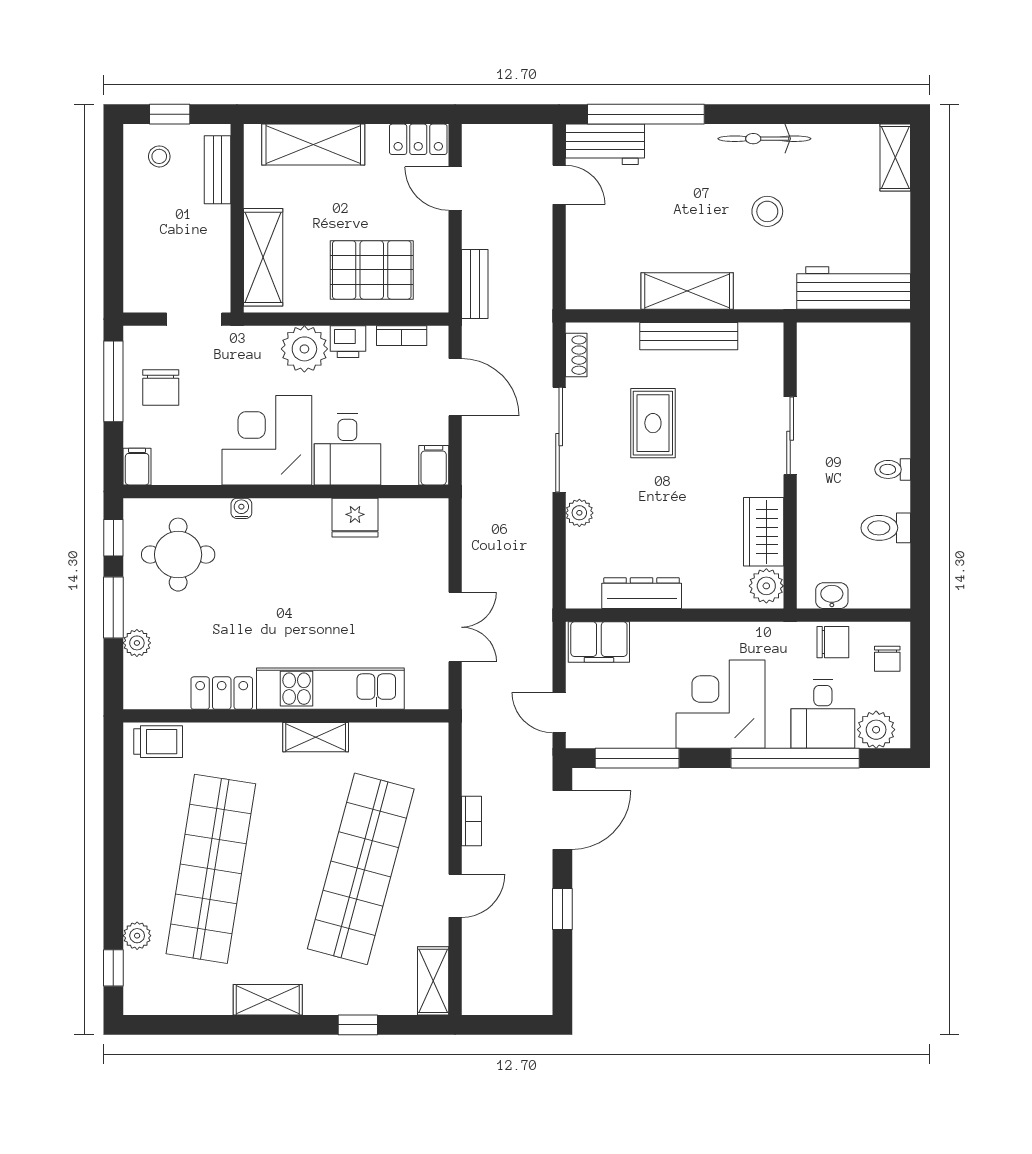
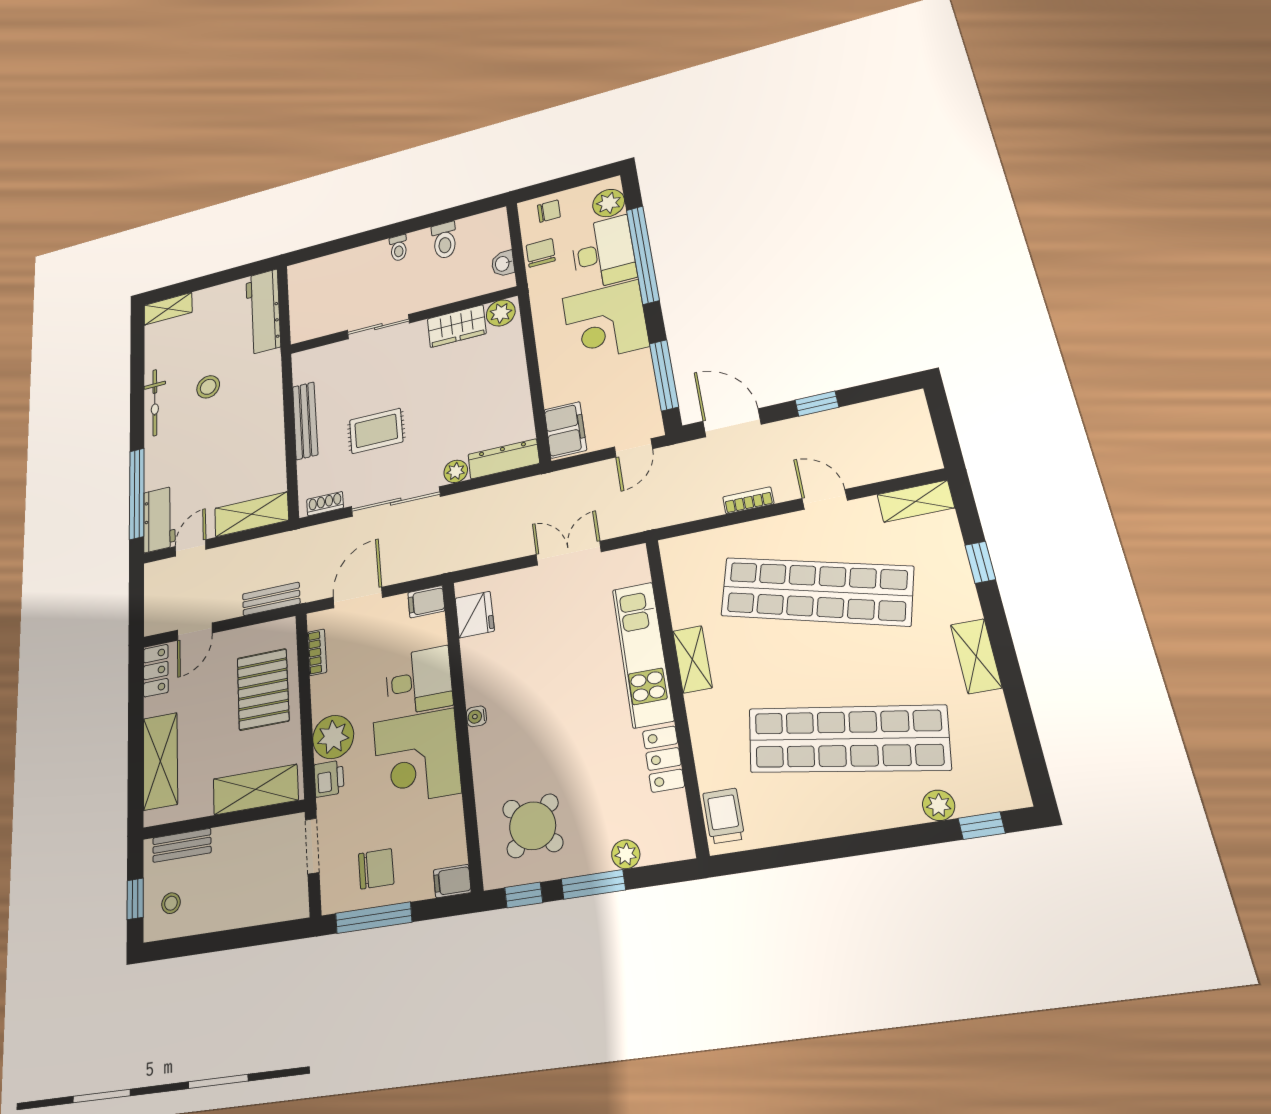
shelving: (687, 291) -> (251, 514), moved, turned 90
printer: (348, 342) -> (329, 779), moved
water cooler: (241, 508) -> (476, 716), moved
fridge: (355, 518) -> (475, 615), moved
round table: (178, 555) -> (533, 826), turned 45
dresser: (642, 593) -> (504, 459), moved, turned 90
desk: (823, 714) -> (603, 253), width x1.37

